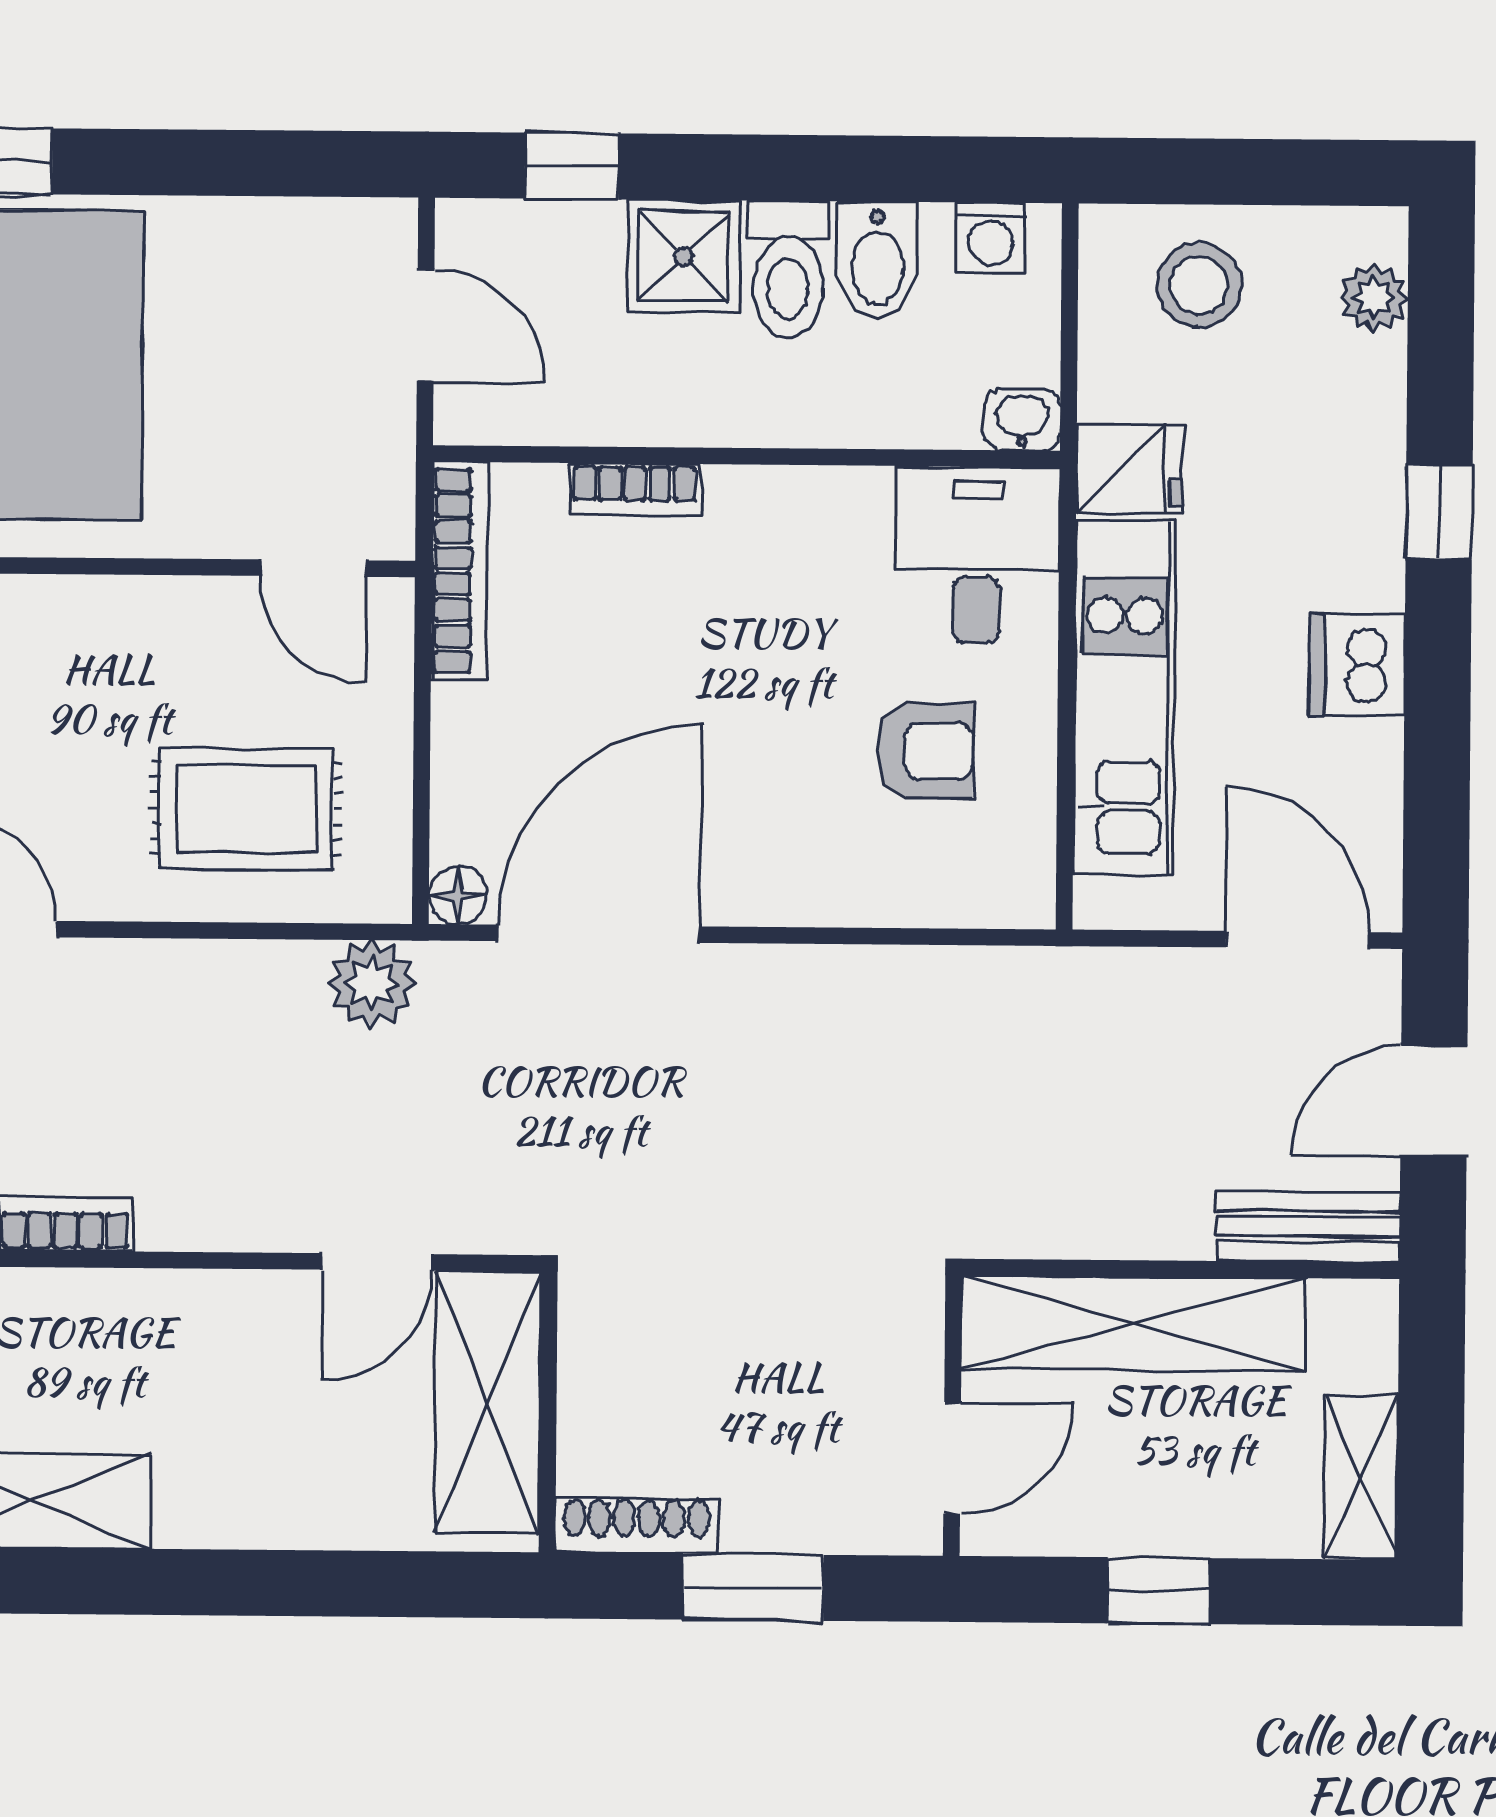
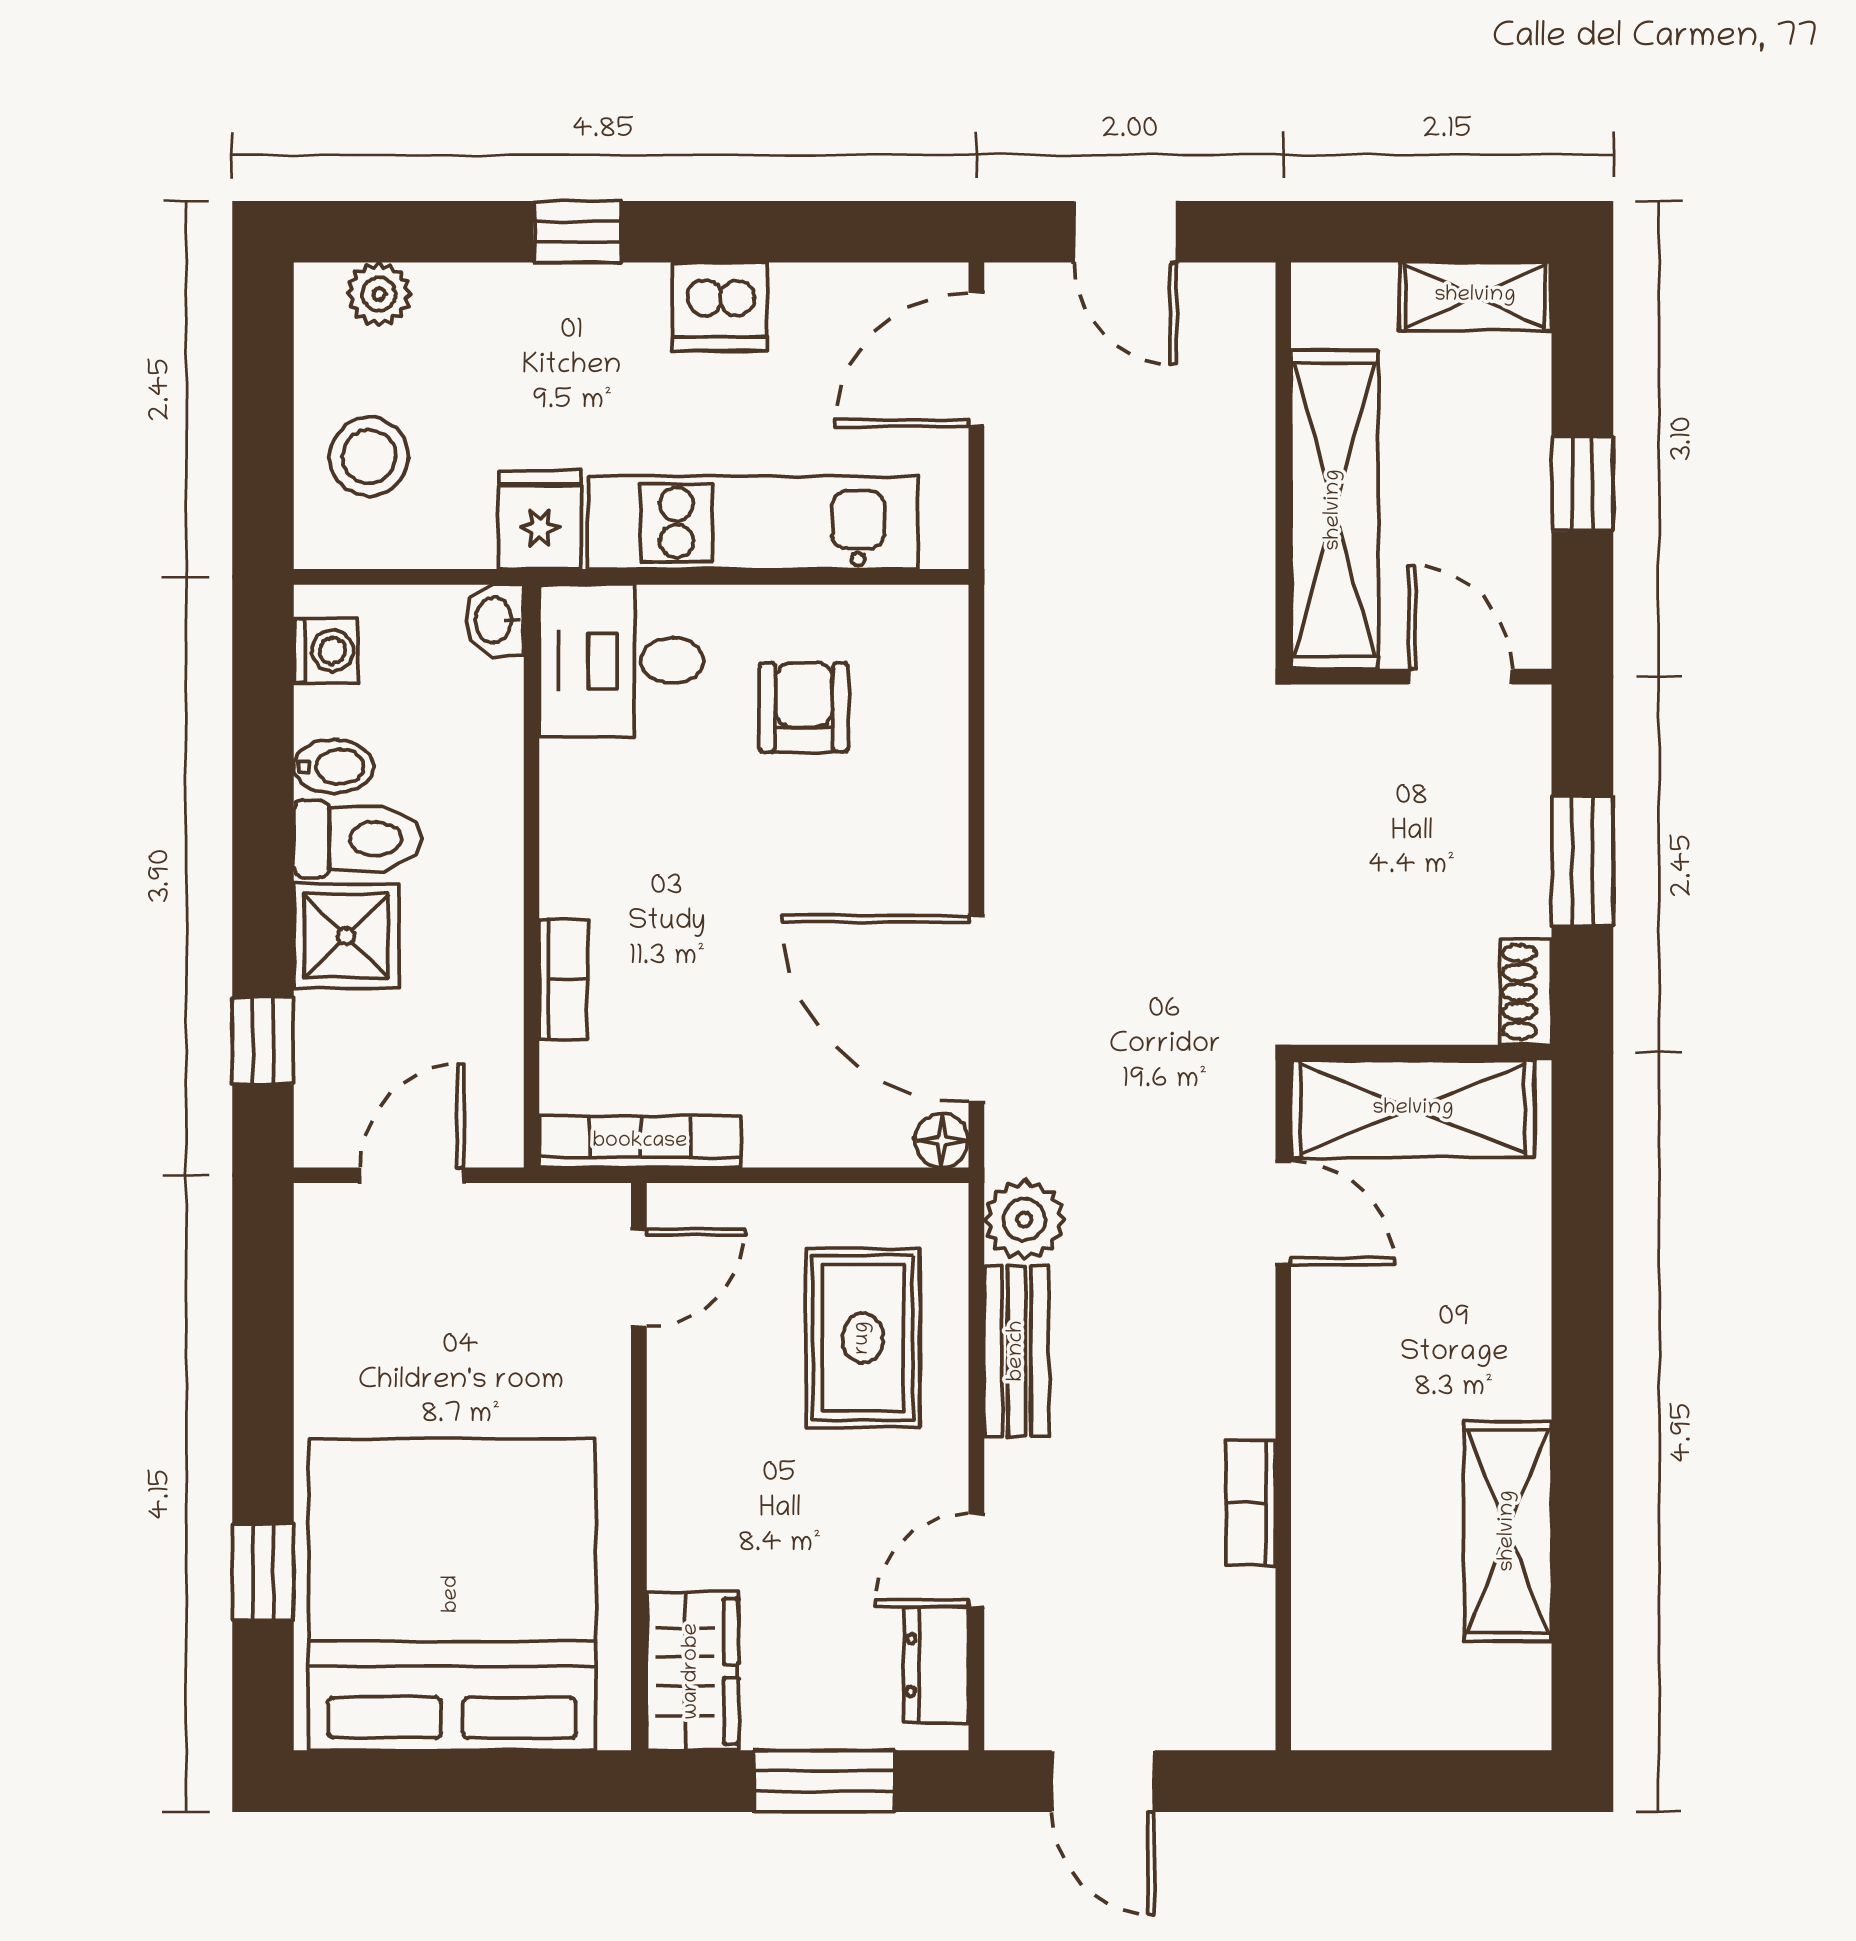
bidet: (877, 260) -> (334, 767), width x0.72, depth x0.74
bench: (1308, 1227) -> (1017, 1351), moved
shoe rack: (637, 1525) -> (1526, 992), width x0.70

